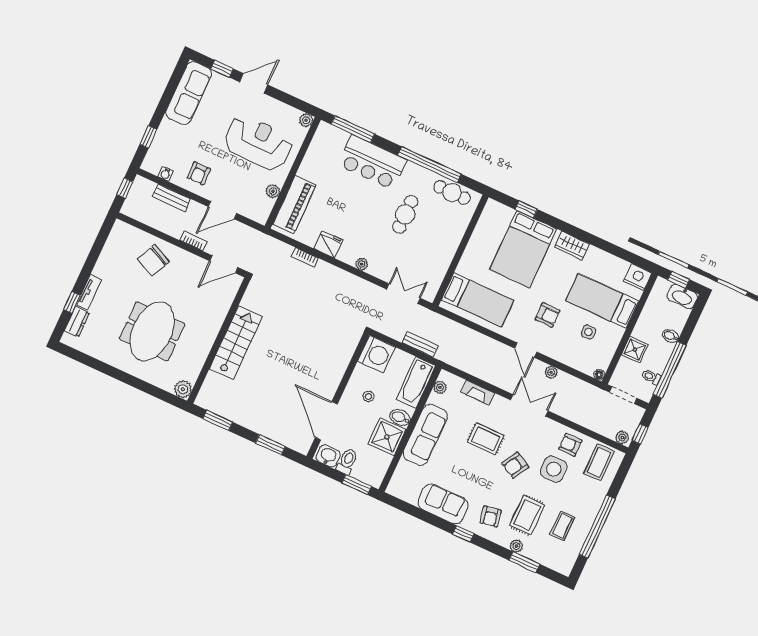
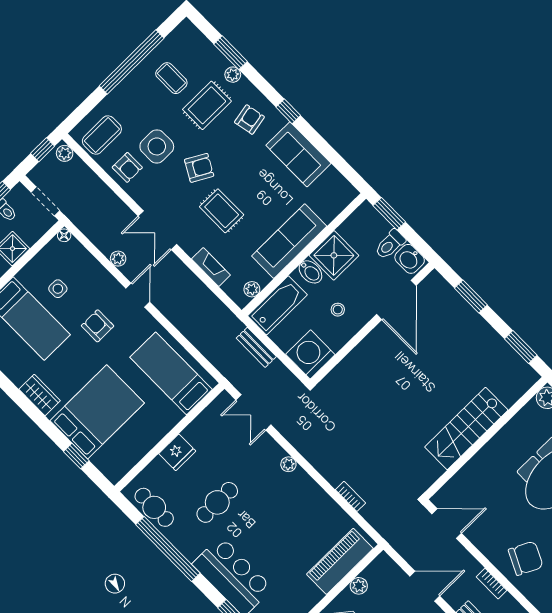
bookcase: (194, 241) -> (492, 584), moved
fridge: (328, 244) -> (177, 452), moved, turned -90
coffee table: (562, 526) -> (171, 78), turned 90

